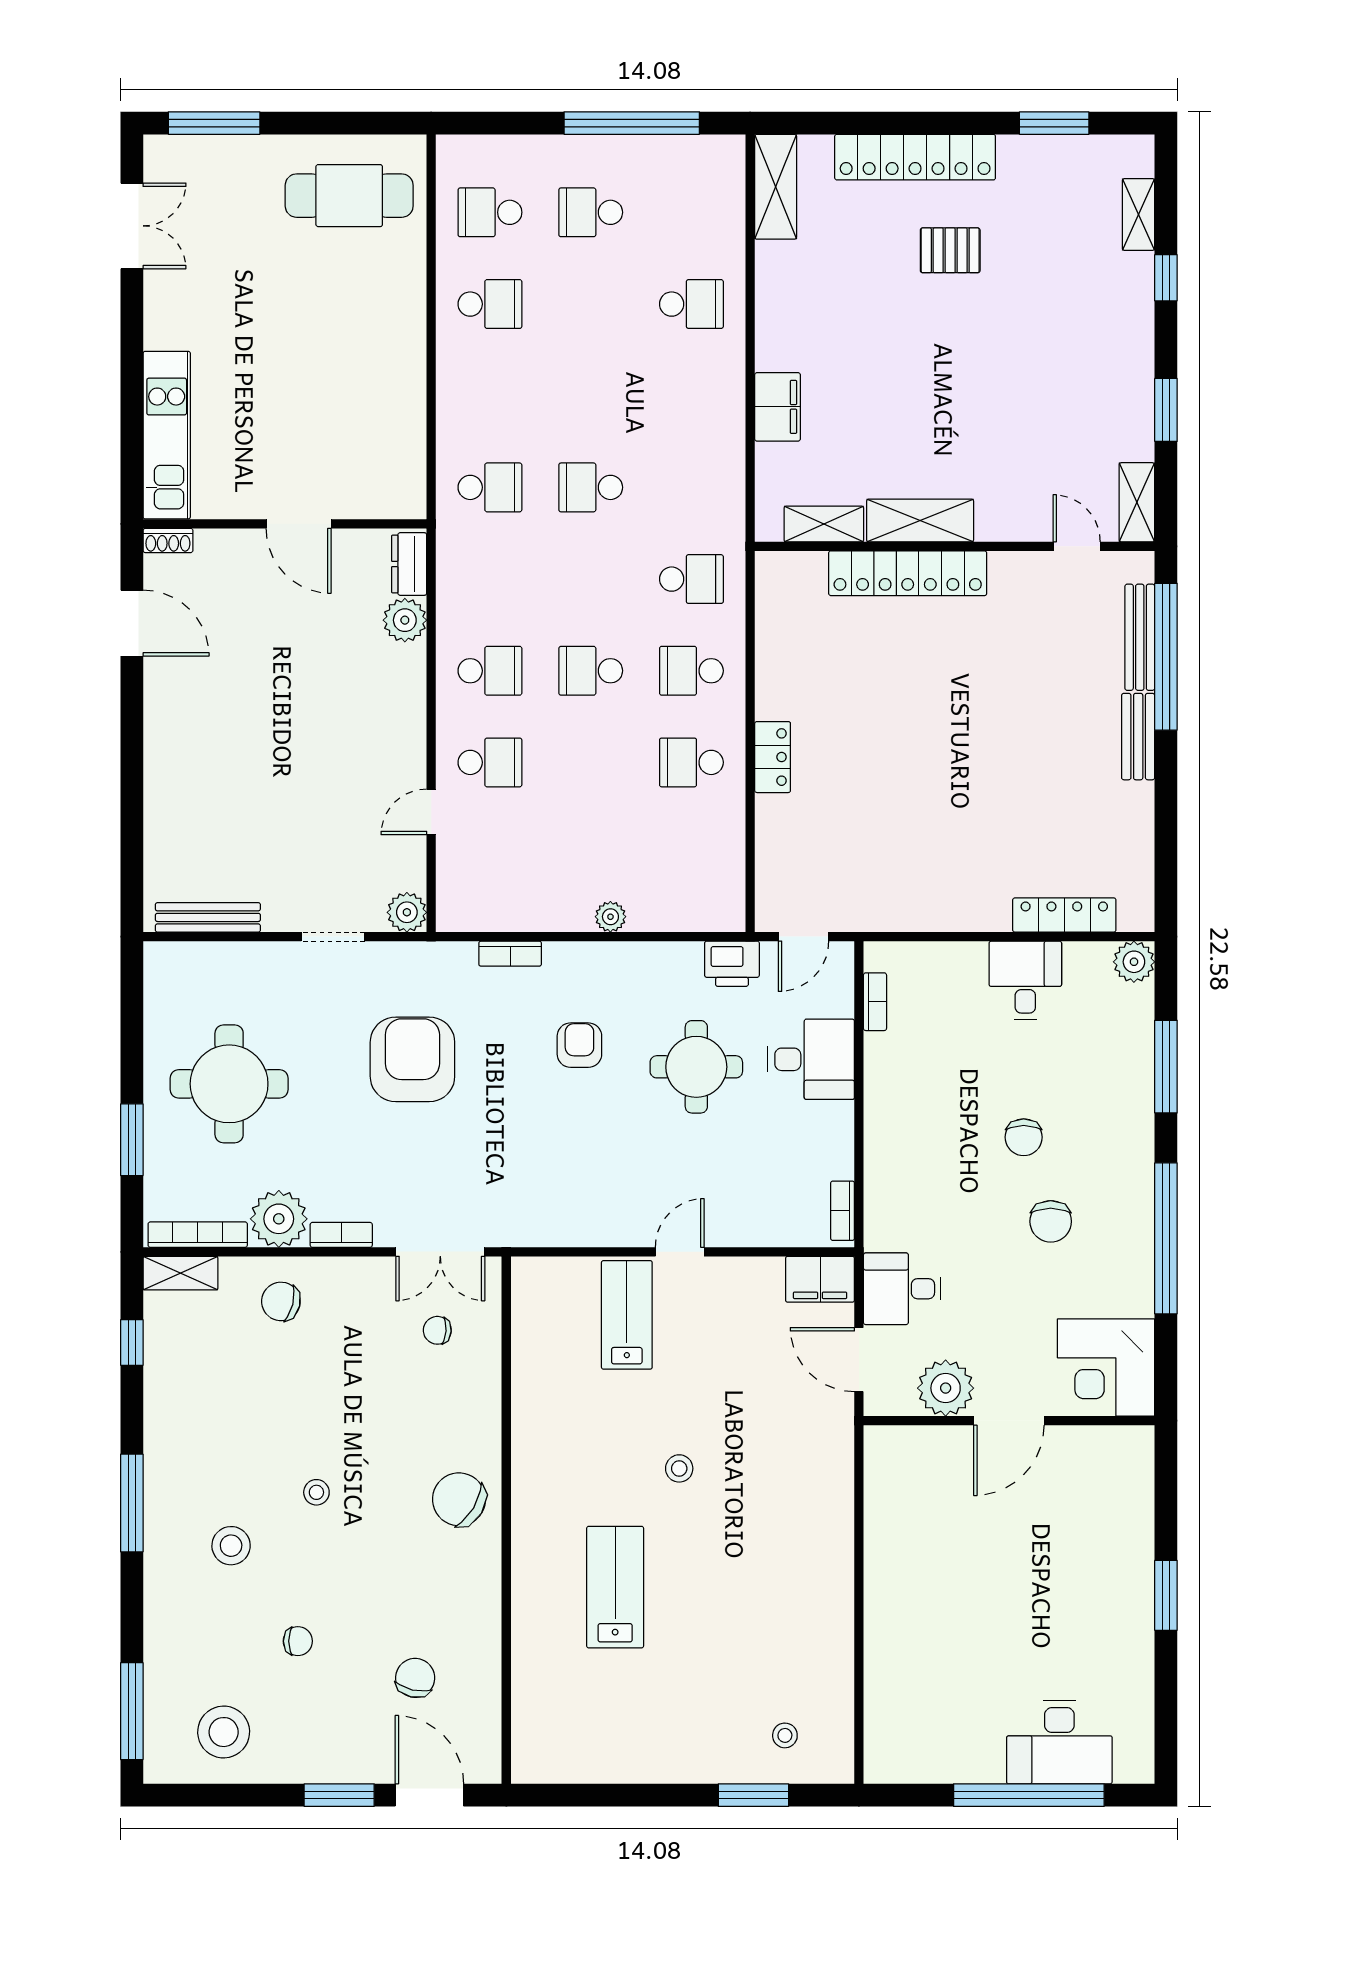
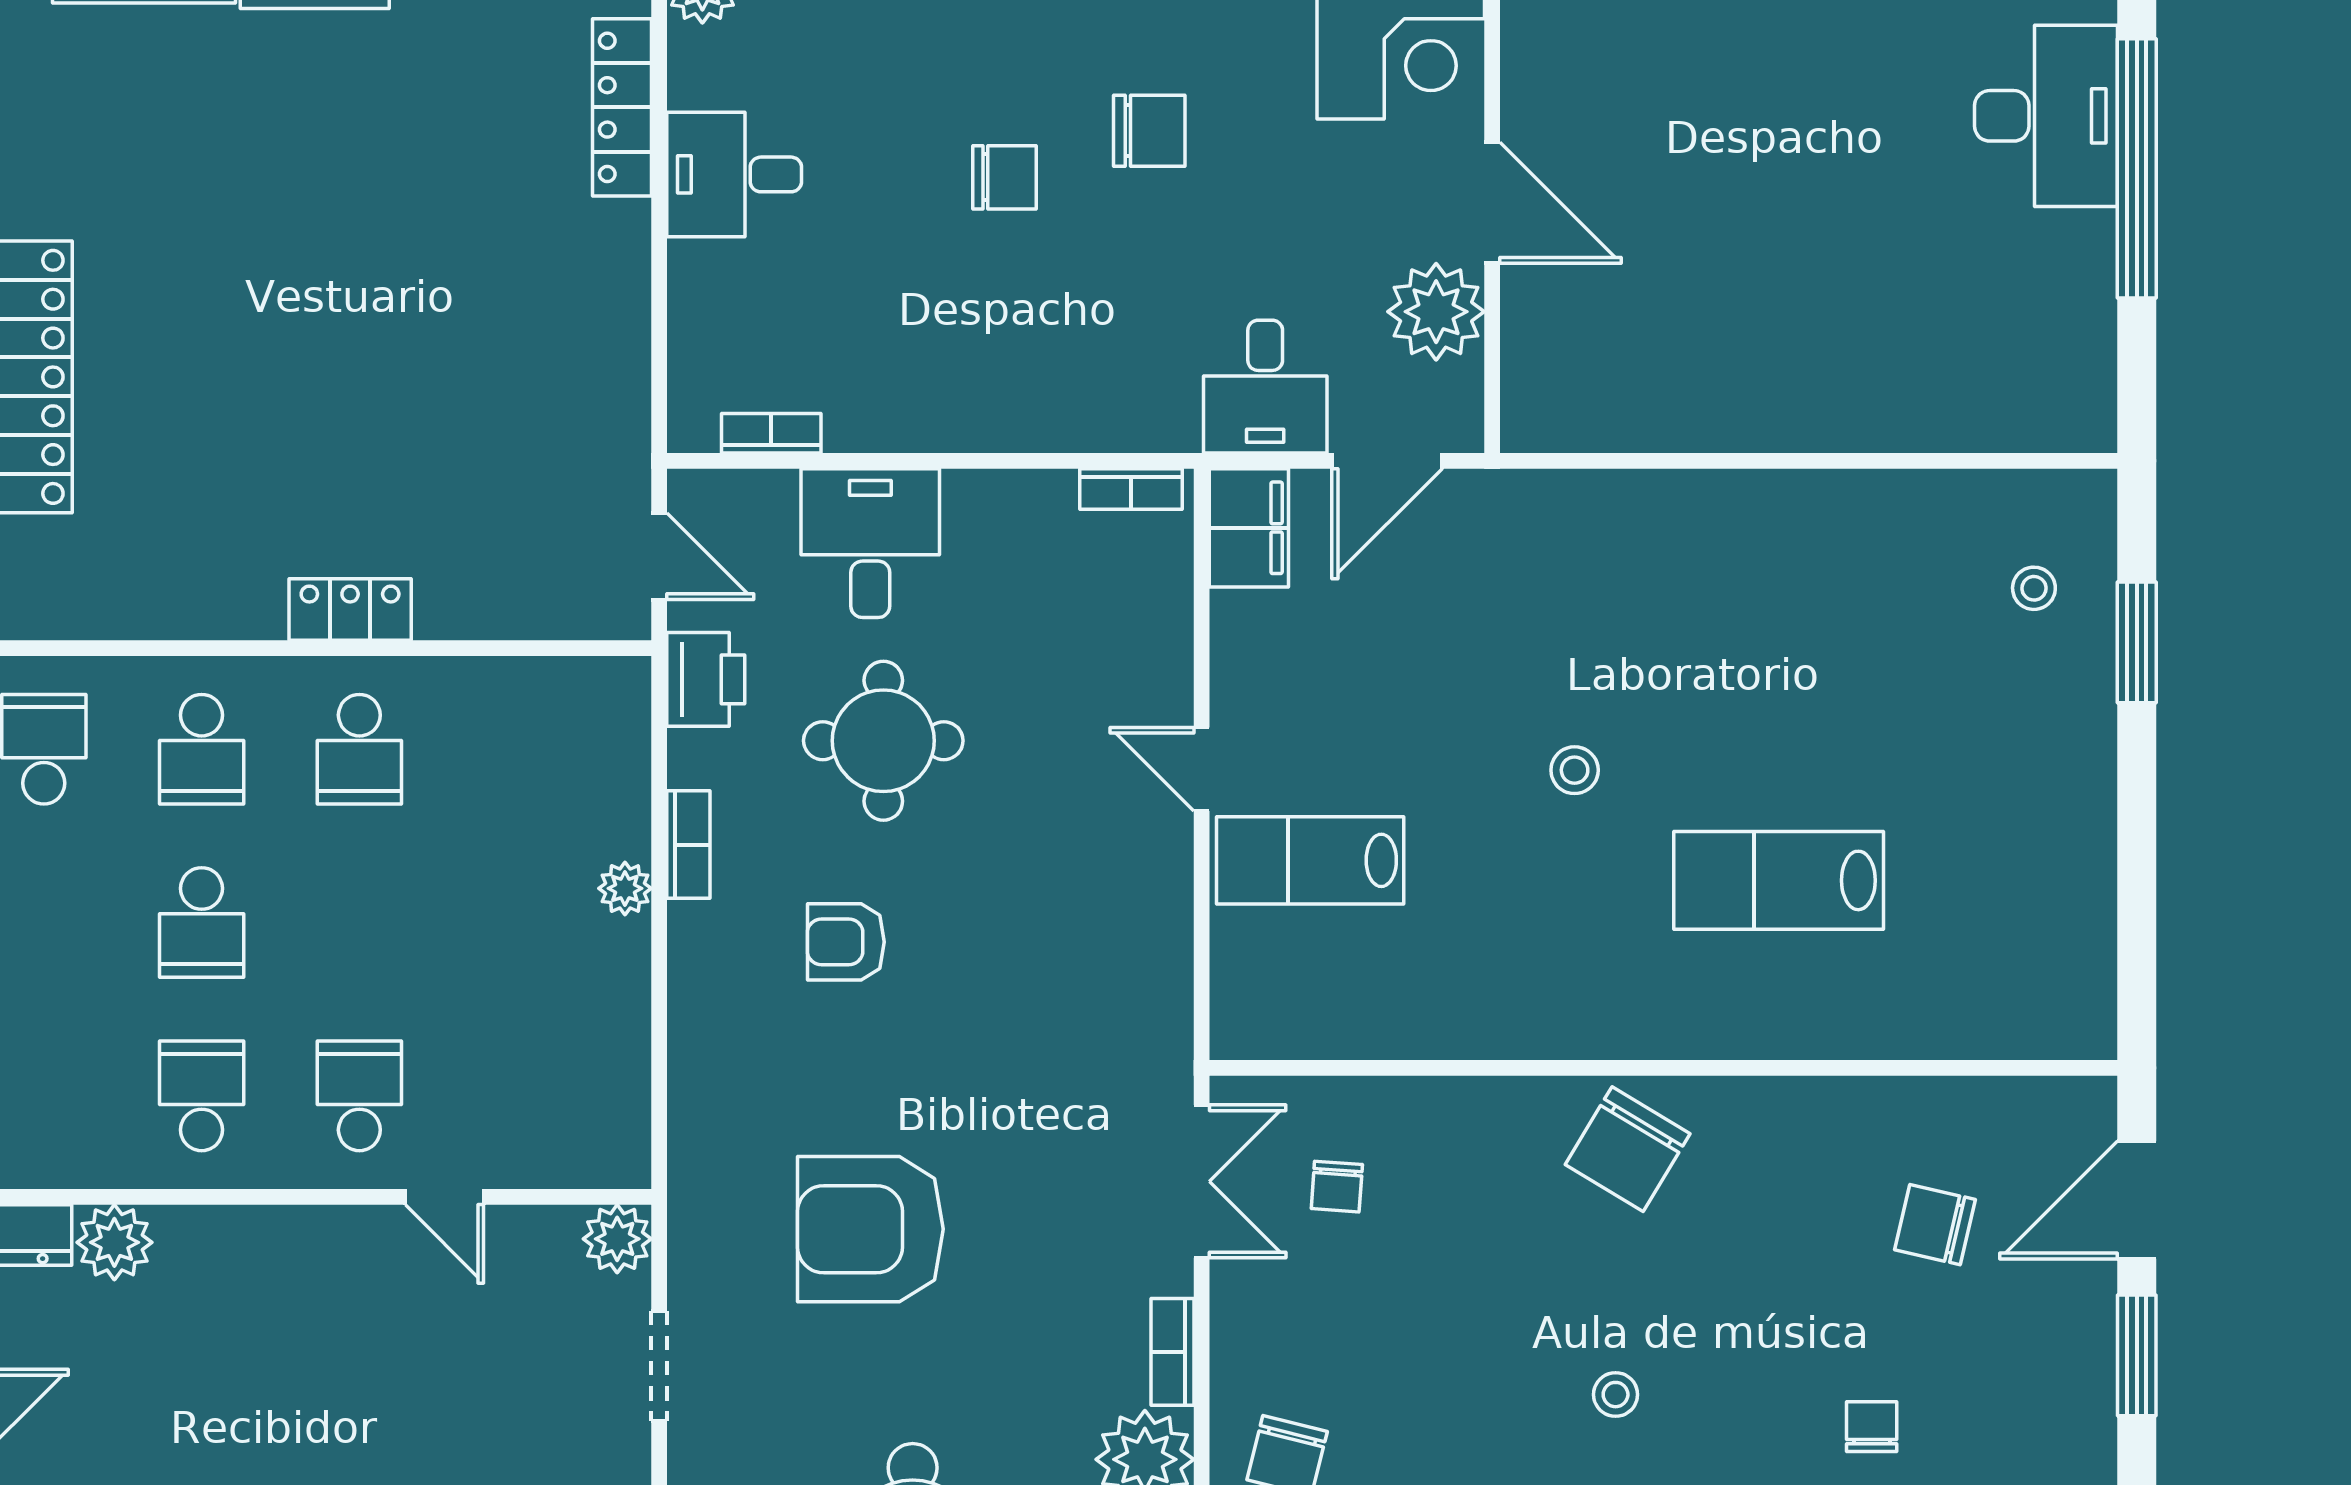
bookcase: (510, 954) -> (688, 845), moved

